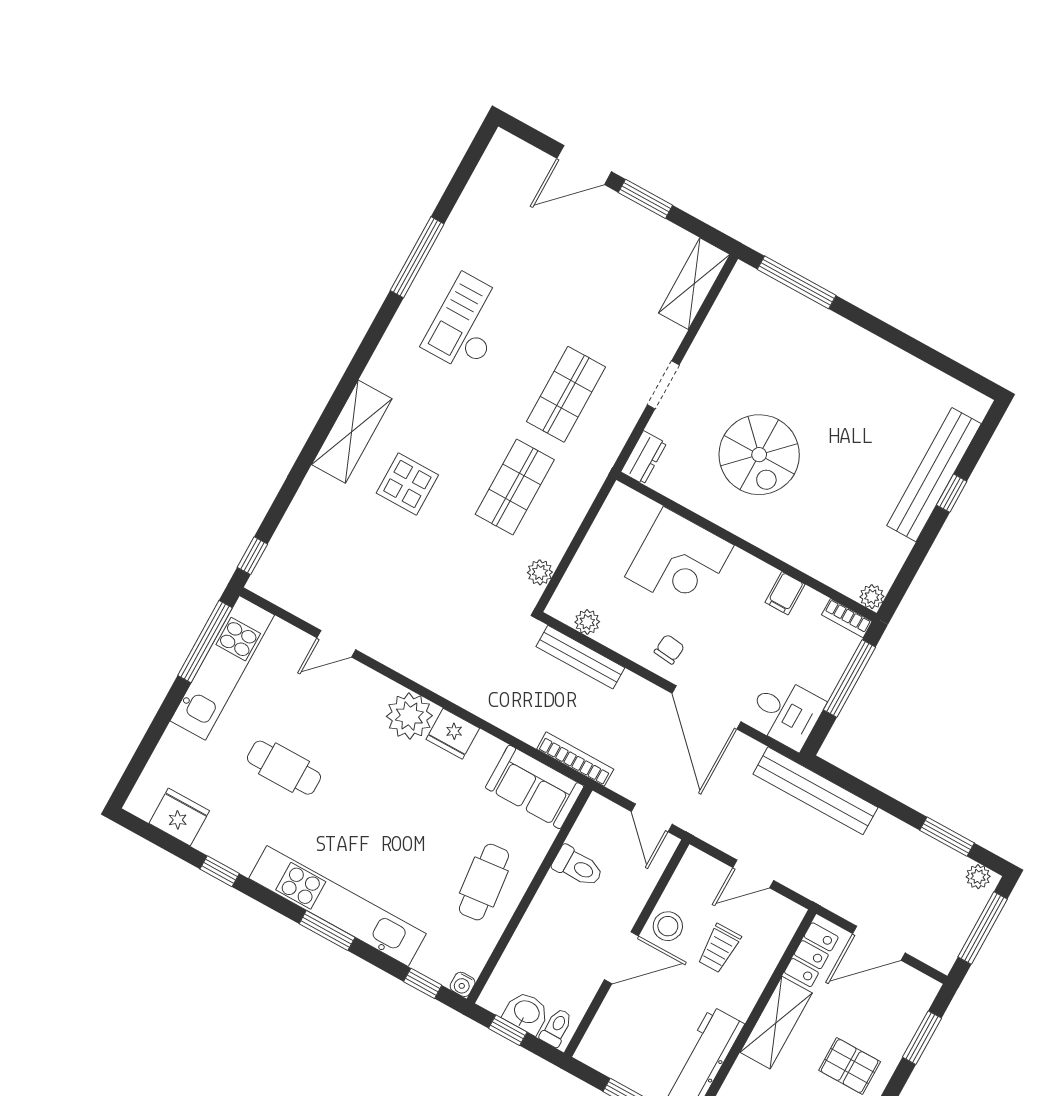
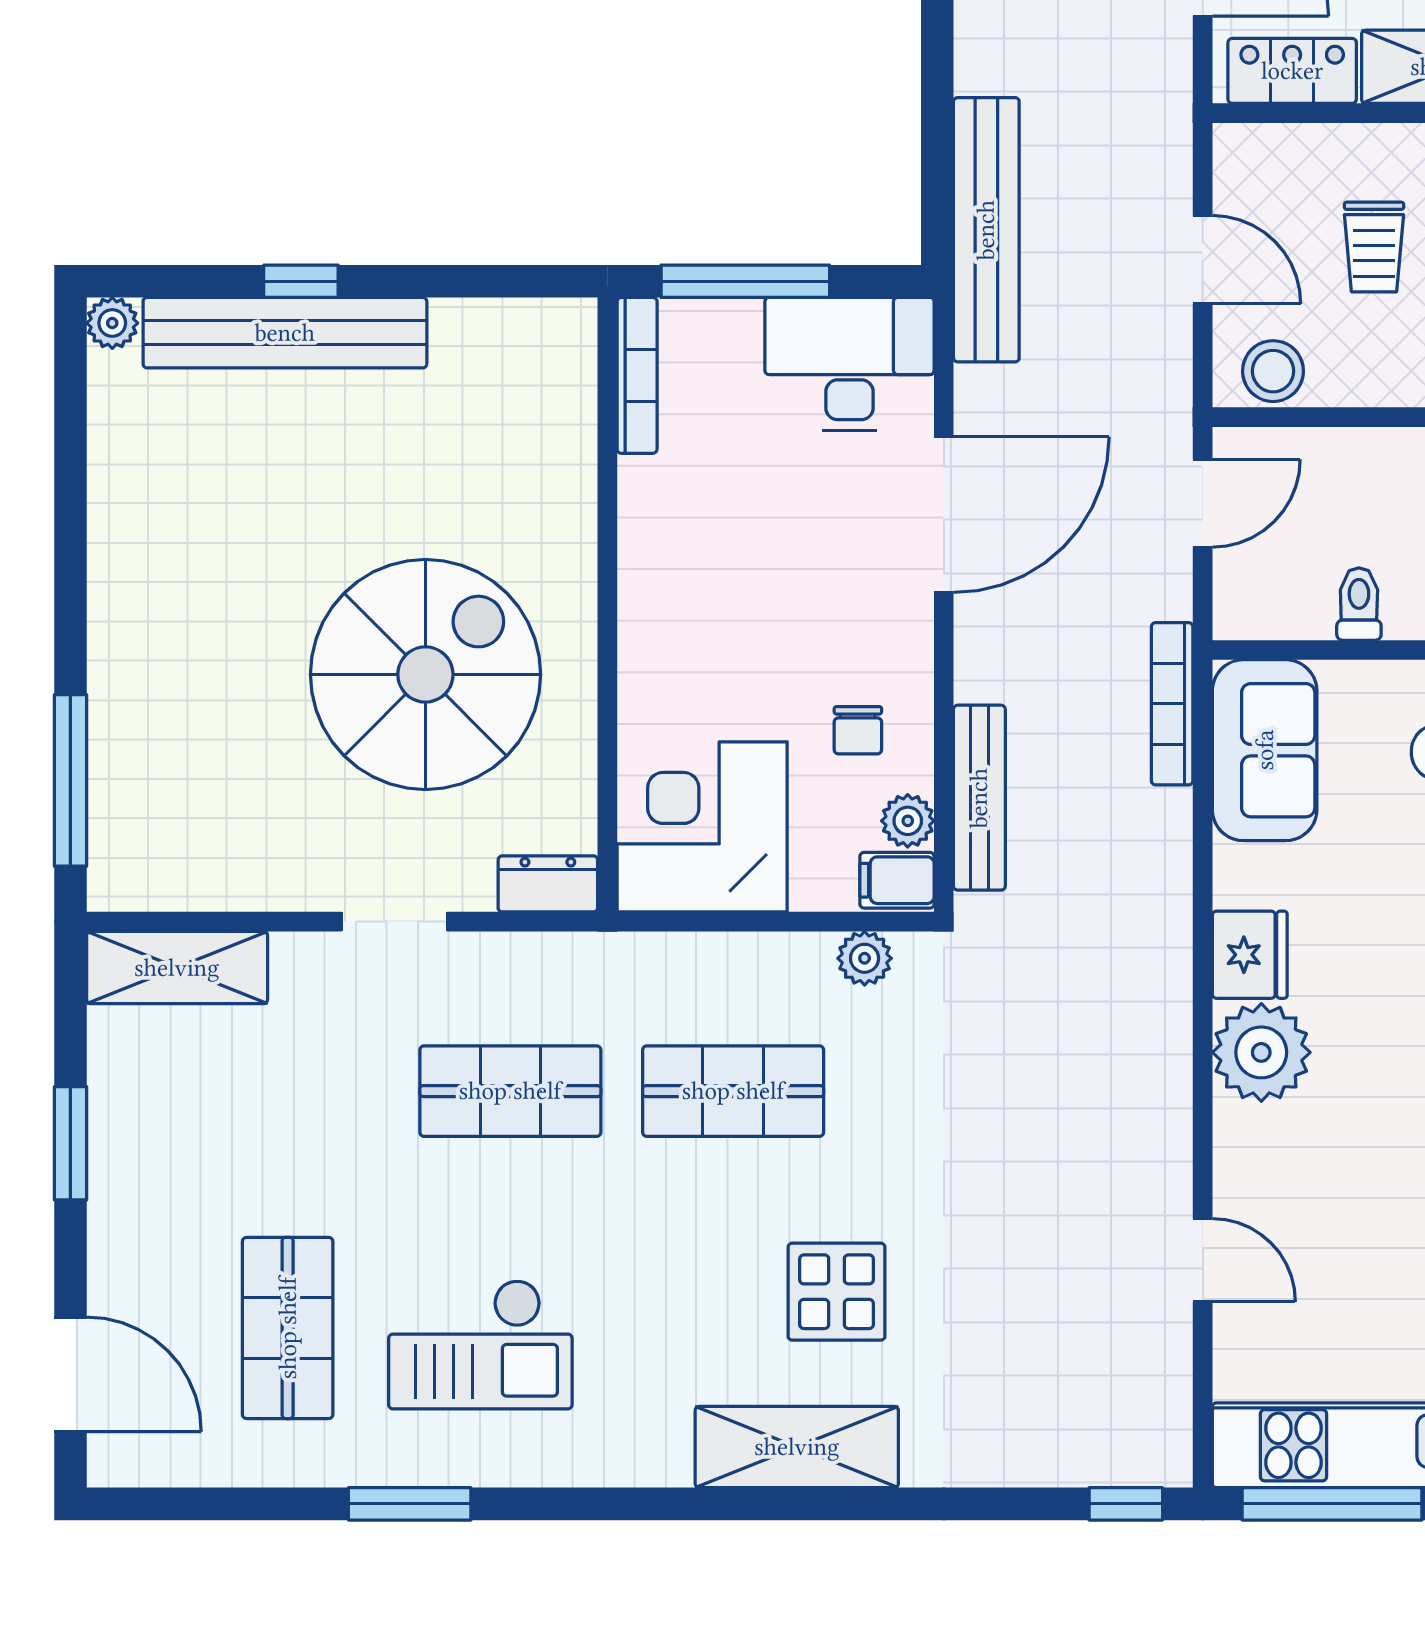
door: (584, 165) -> (70, 1374), moved
shop shelf: (519, 247) -> (288, 1328), added
window: (417, 257) -> (410, 1504), width x0.69
spiral stairs: (759, 455) -> (425, 674), width x1.37, depth x1.37
corner desk: (679, 561) -> (702, 827), moved, turned -90
filing cabinet: (785, 593) -> (897, 880), moved, turned 180
plant: (872, 597) -> (112, 323), moved
bookcase: (847, 618) -> (637, 375), width x1.56
chair: (669, 649) -> (858, 730), moved, turned -96
desk: (786, 712) -> (850, 364), width x1.37
toilet: (578, 867) -> (1359, 604), width x0.73, depth x0.72
stool: (668, 926) -> (1273, 371), moved
trolley: (719, 948) -> (1374, 247), turned 90

